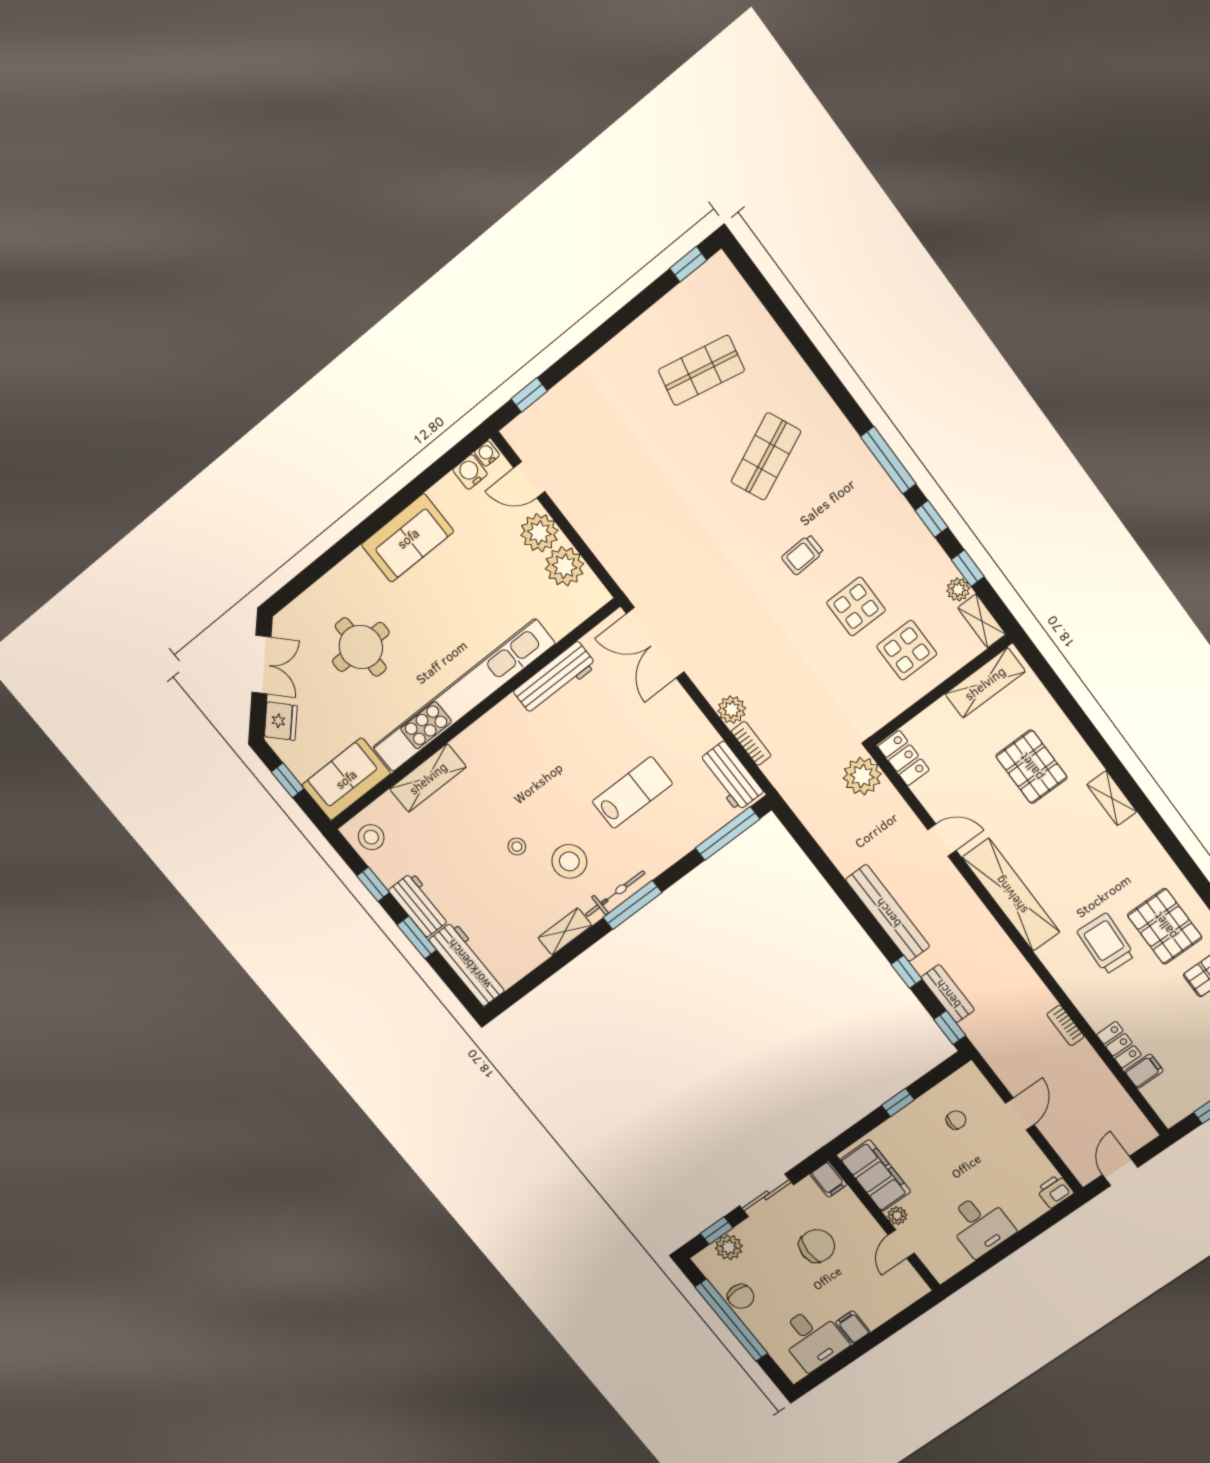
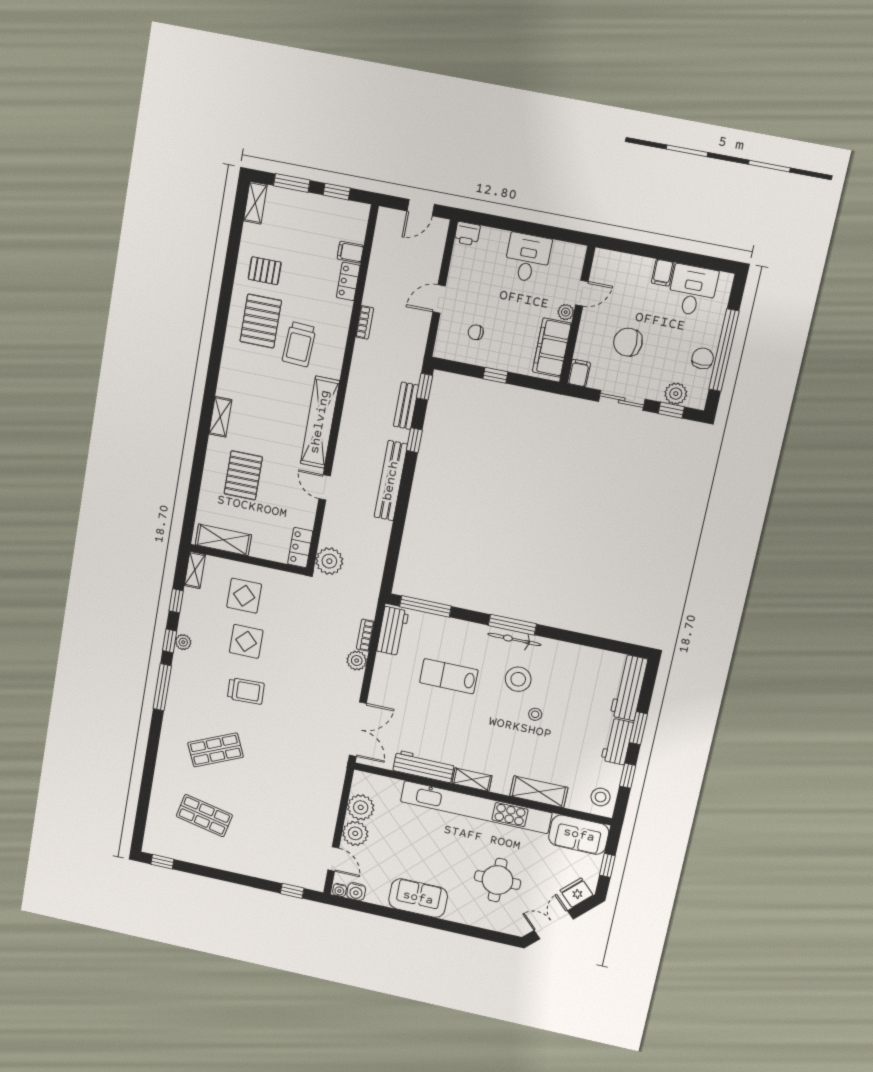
trolley: (802, 555) -> (246, 691), width x1.36, depth x1.39
plant: (958, 589) -> (183, 642), moved
shelving: (565, 932) -> (472, 780), moved

